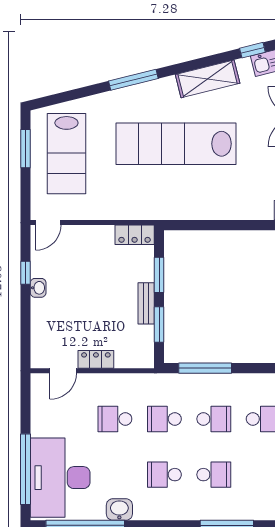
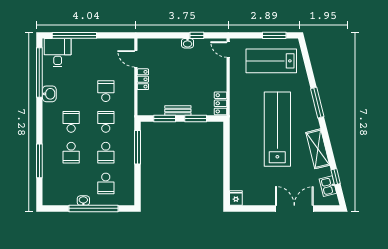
desk: (60, 478) -> (58, 53), width x0.53, depth x0.77

